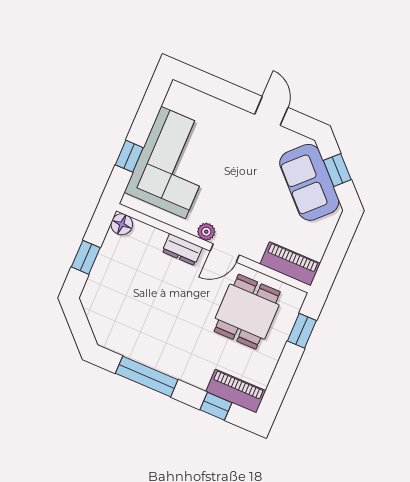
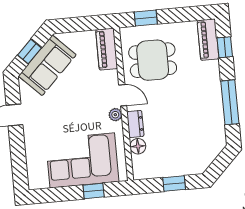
floor lamp: (122, 224) -> (138, 146), moved

